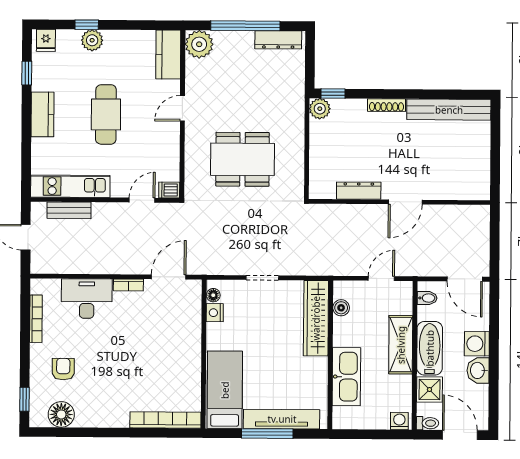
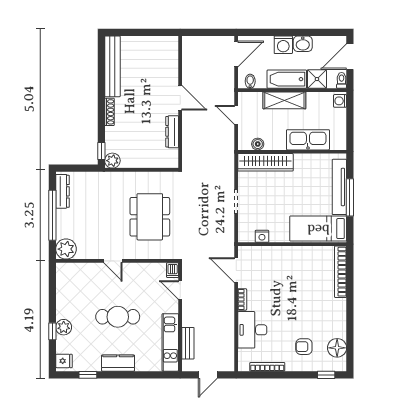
kitchen counter: (168, 55) -> (74, 272), removed
floor lamp: (213, 295) -> (249, 237), removed

